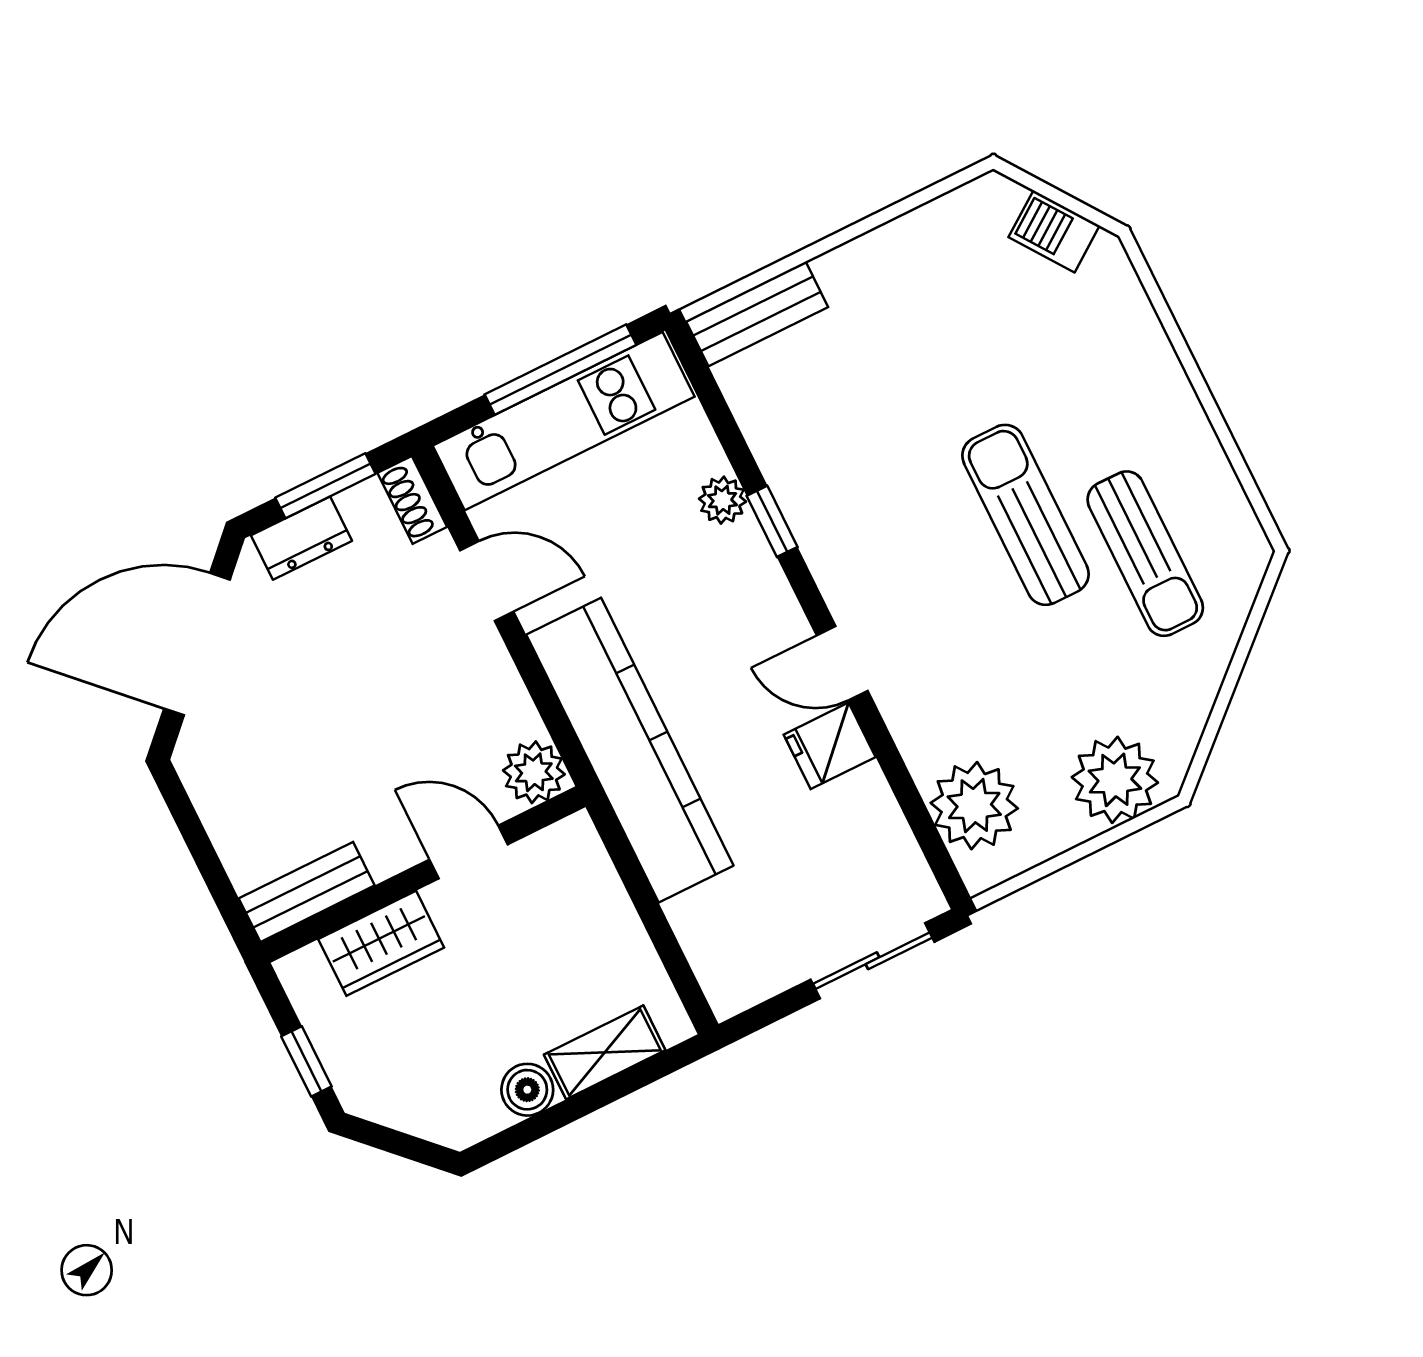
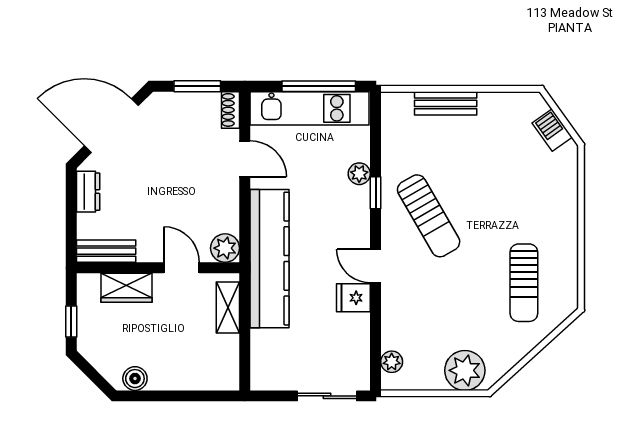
bench: (757, 314) -> (446, 103), moved
sun lounger: (1025, 515) -> (429, 216), moved, turned 150
dresser: (302, 538) -> (88, 192), moved, turned -90
plant: (974, 806) -> (392, 362), width x0.53, depth x0.53
shelving: (605, 1052) -> (228, 307), moved, turned 90
boiler: (527, 1090) -> (135, 379), moved

